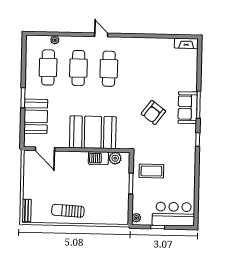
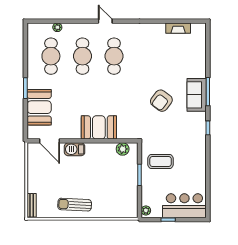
fireplace: (186, 43) -> (178, 28), moved
booth: (93, 132) -> (99, 127), width x0.73, depth x0.70
barbecue: (98, 158) -> (75, 149), moved

